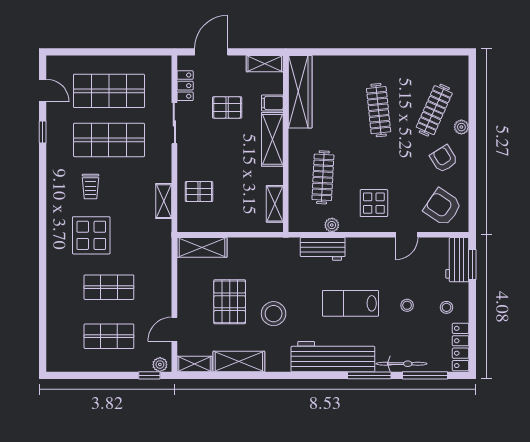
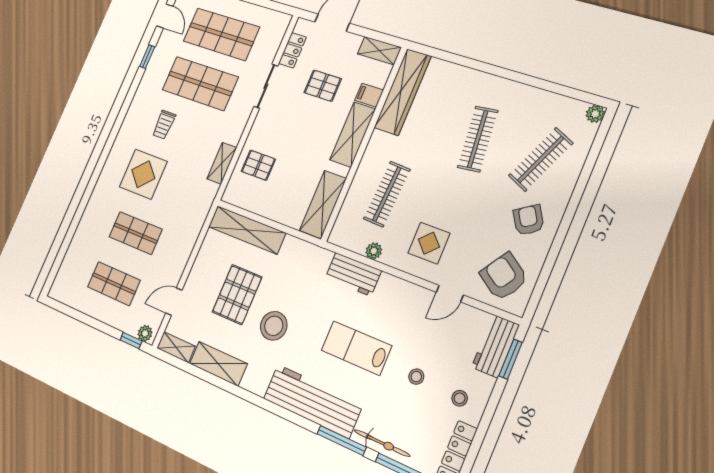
plant: (461, 127) -> (595, 114), moved
shelving: (275, 204) -> (323, 204), width x1.50, depth x1.33
shelving: (202, 247) -> (247, 230), width x1.47

